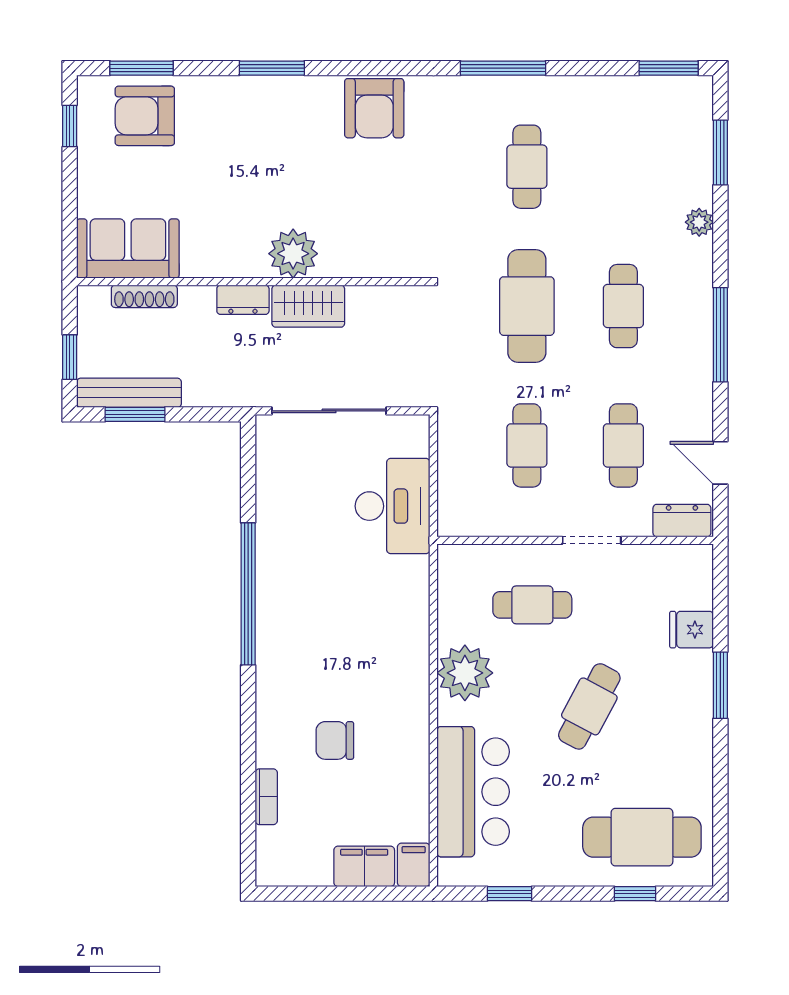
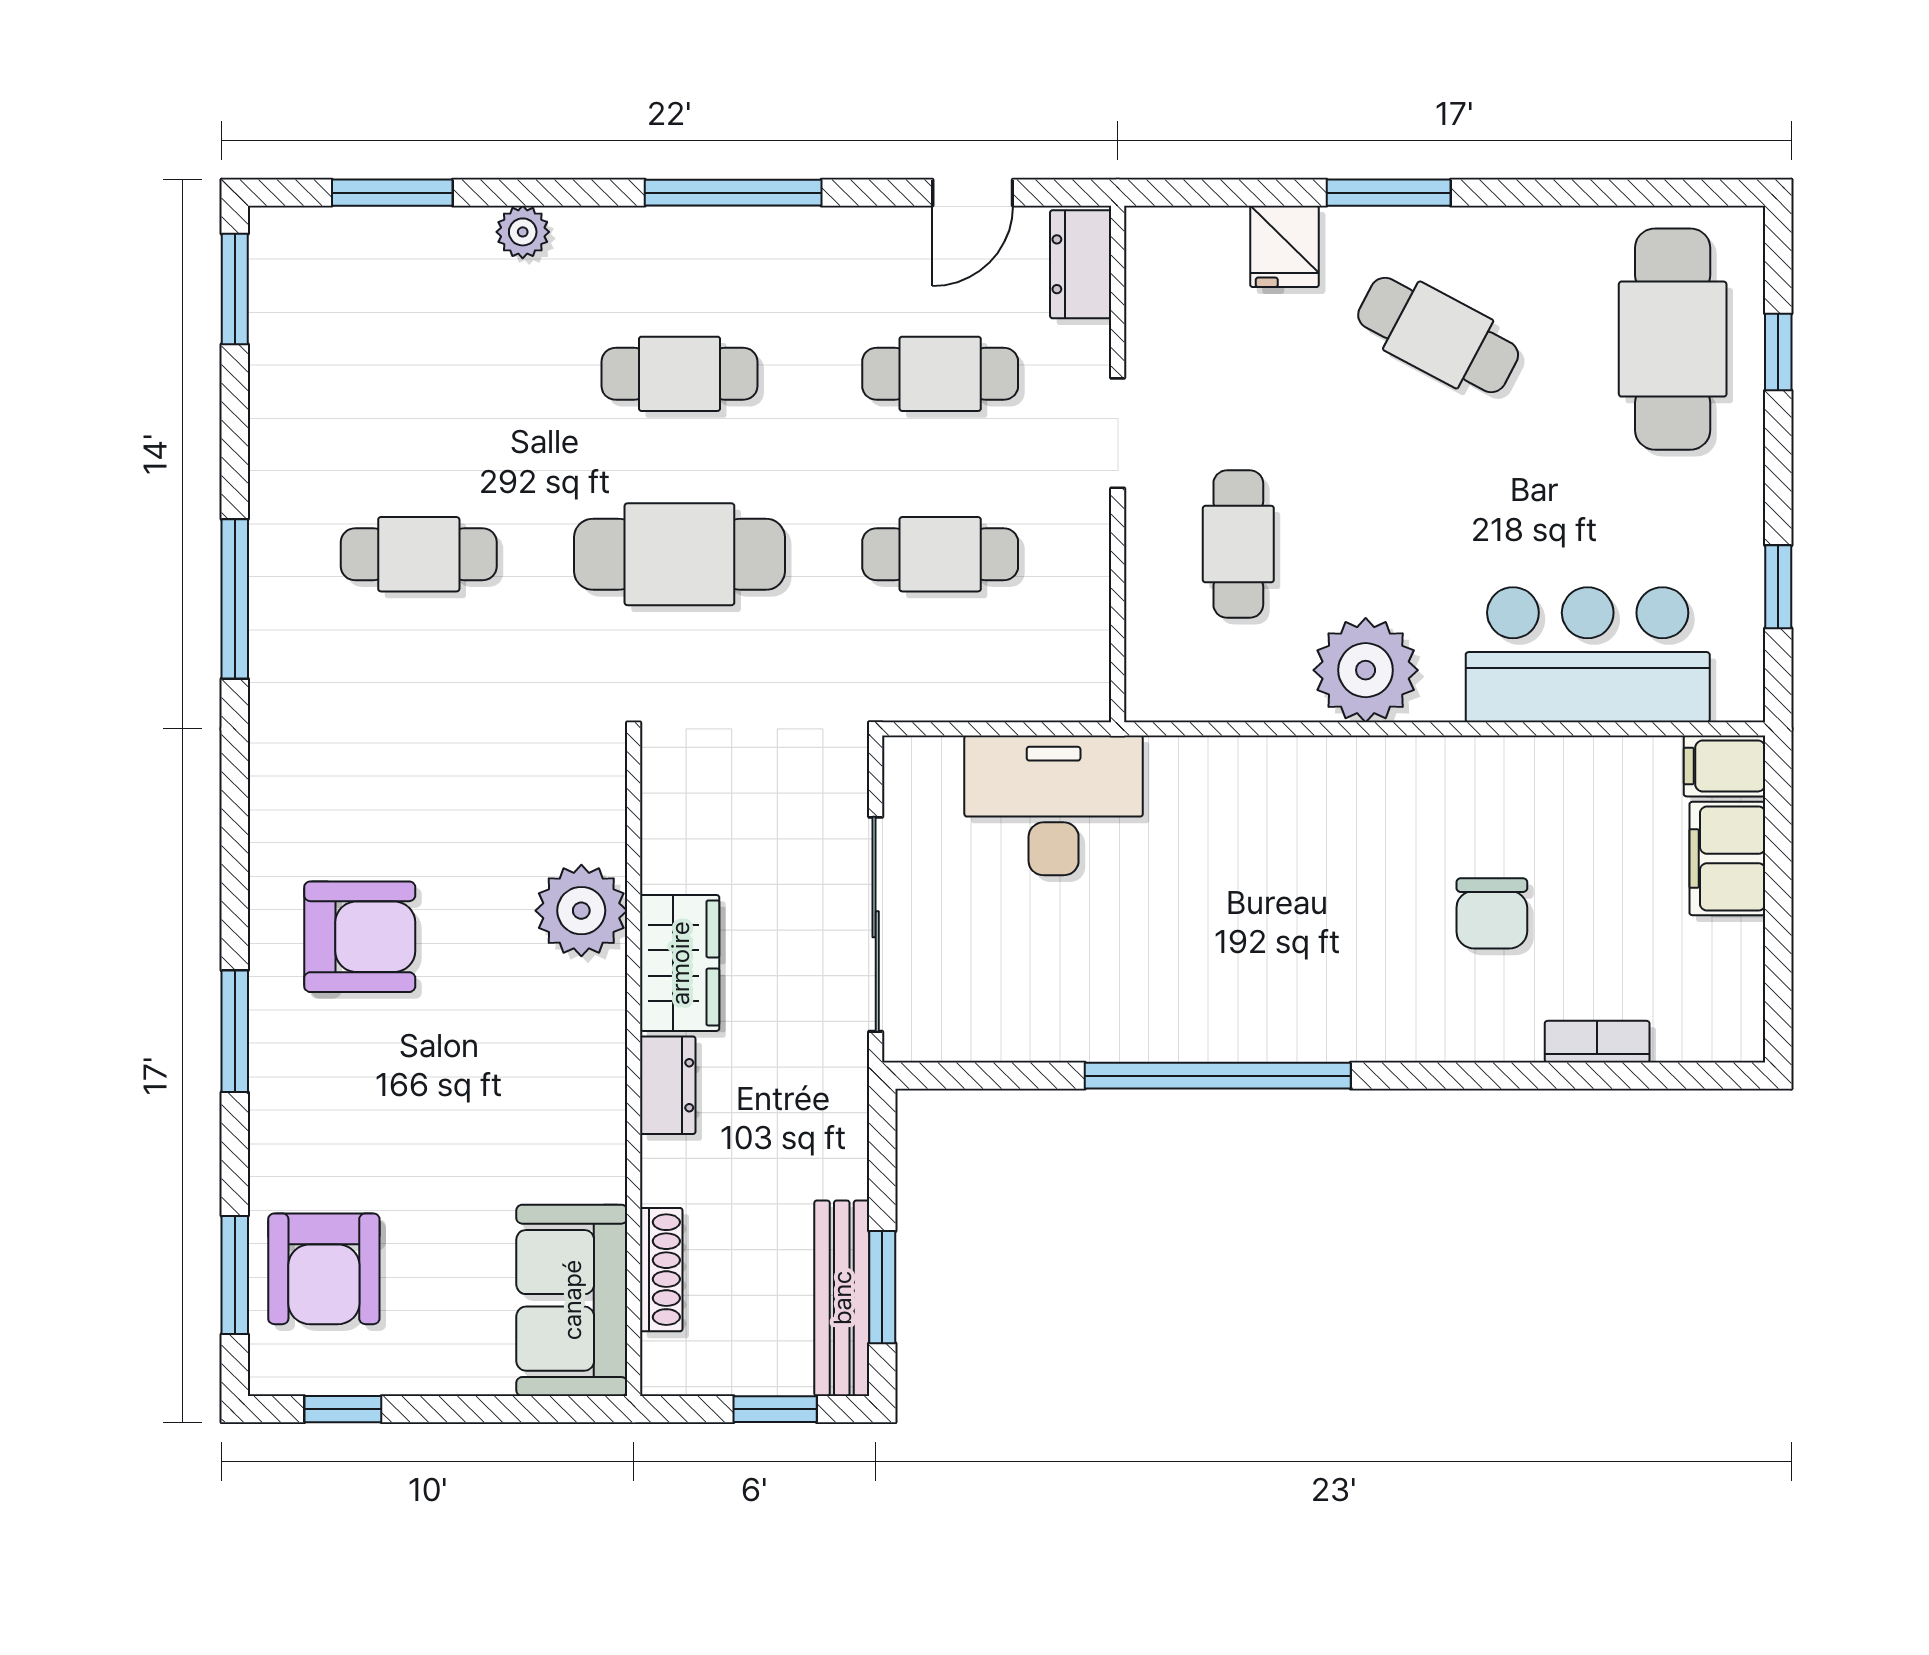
armchair: (374, 108) -> (360, 937), moved
plant: (293, 254) -> (581, 911), moved
cafe table: (589, 706) -> (1438, 335), moved

